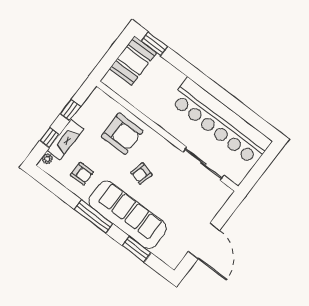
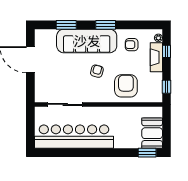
window: (70, 110) -> (167, 87), moved
armchair: (122, 134) -> (126, 86), turned 90
window: (94, 217) -> (106, 25), width x0.69

